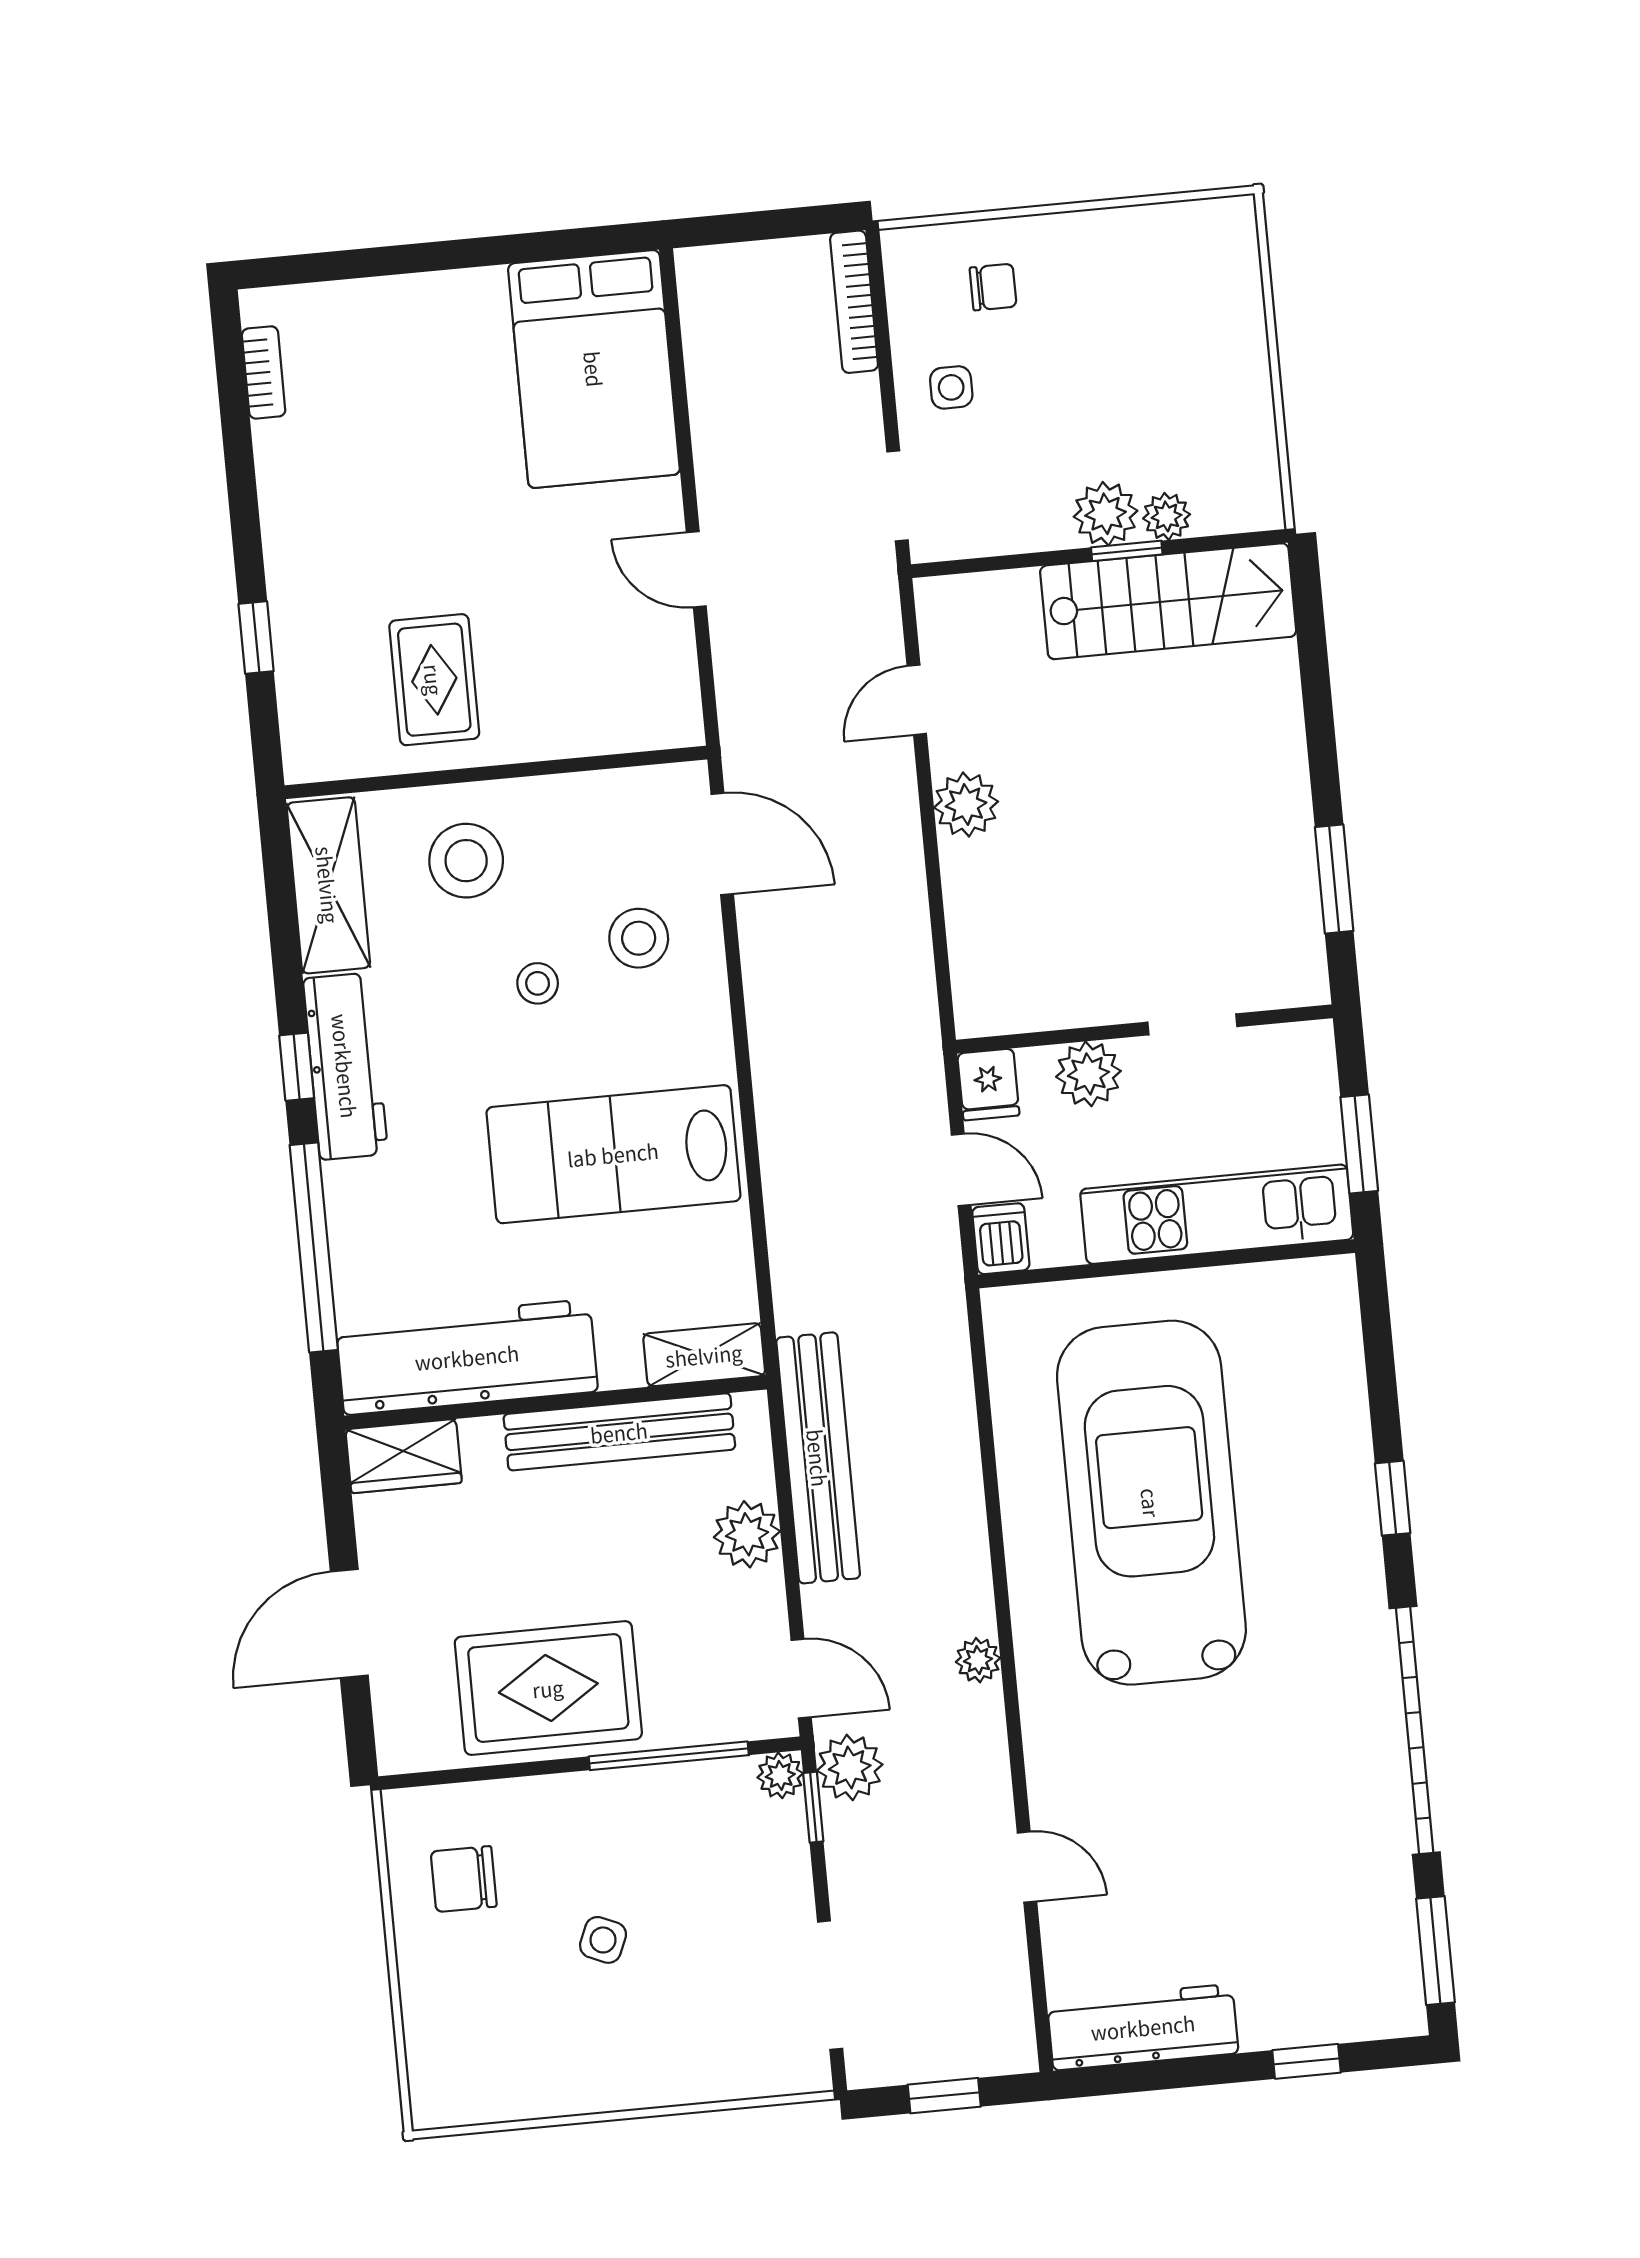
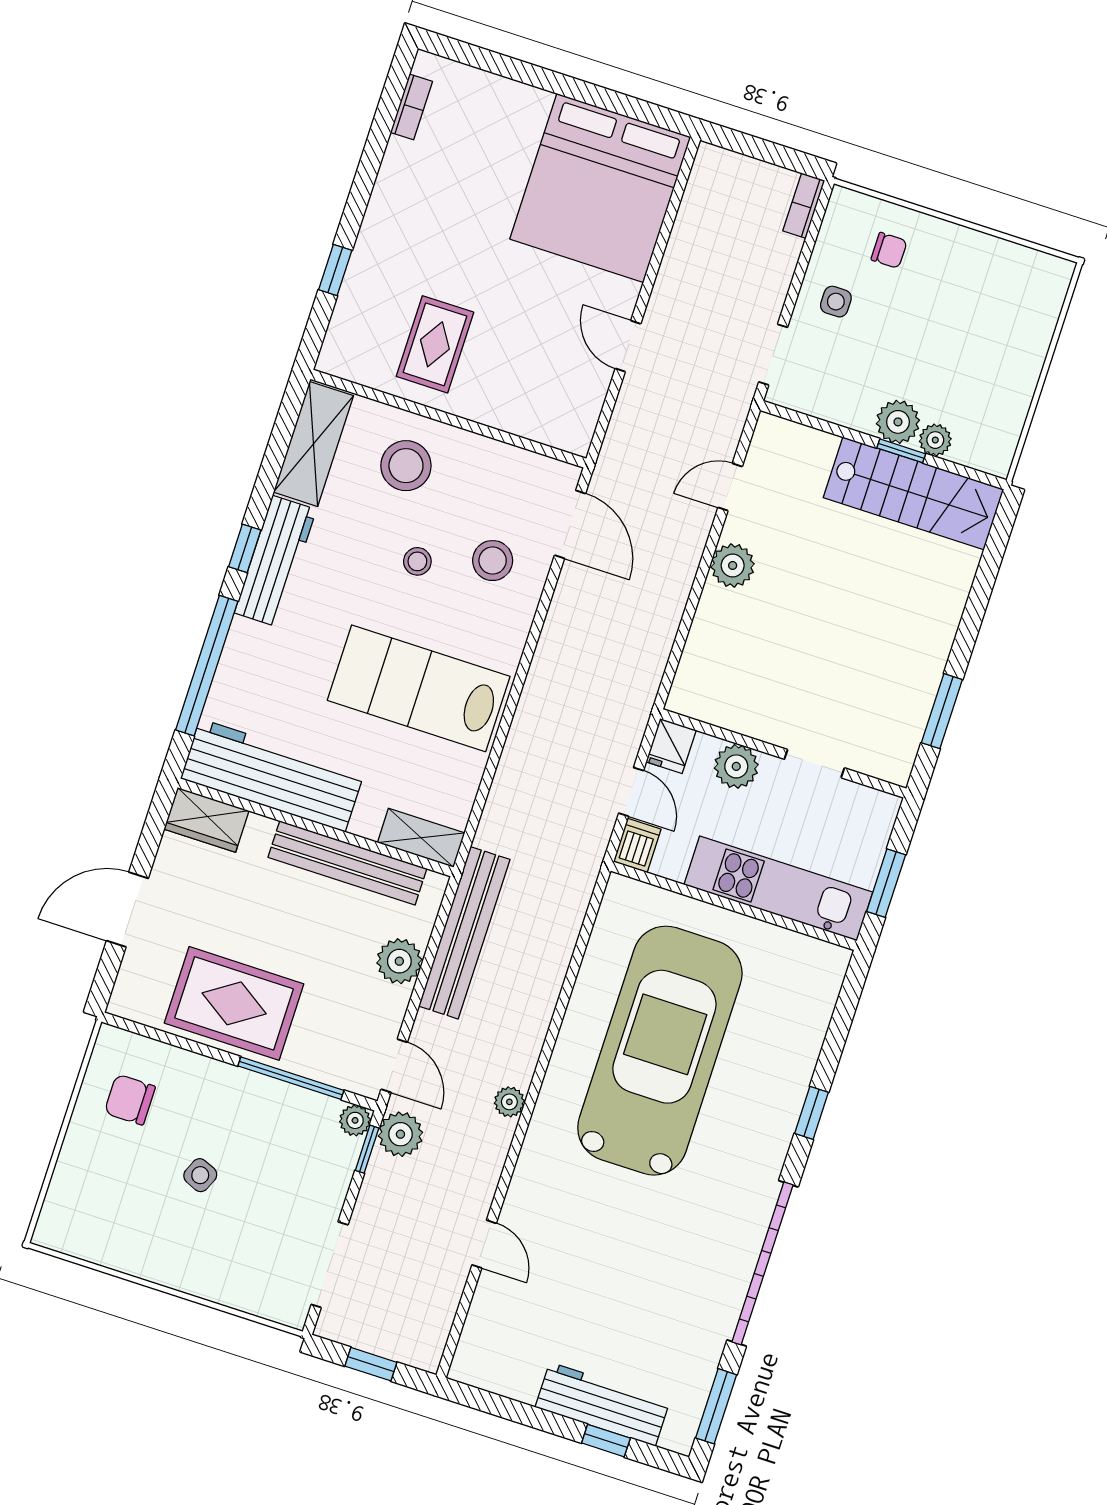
bookcase: (854, 302) -> (804, 206), width x0.64
bed: (594, 369) -> (600, 188), width x1.36
workbench: (1143, 2027) -> (602, 1404), moved

